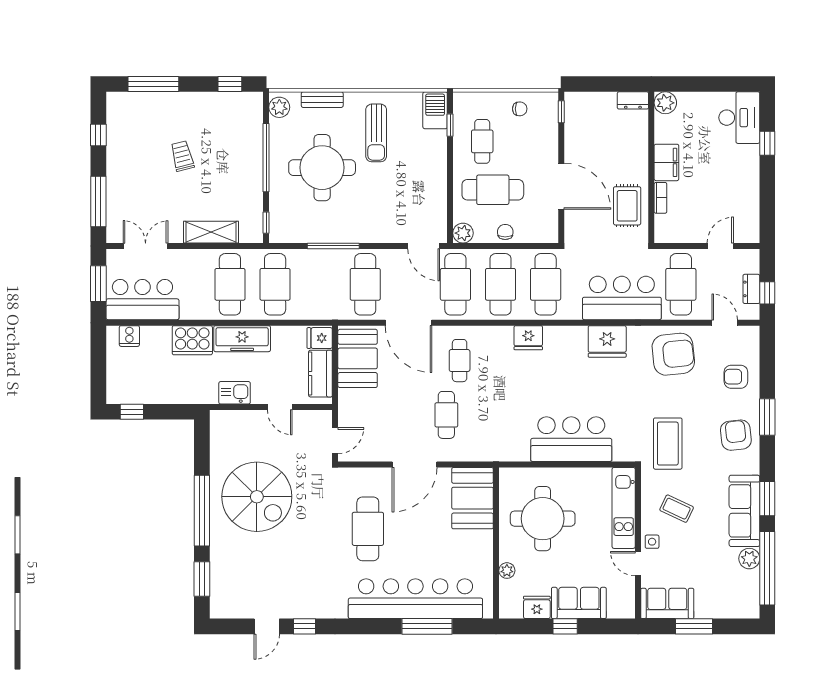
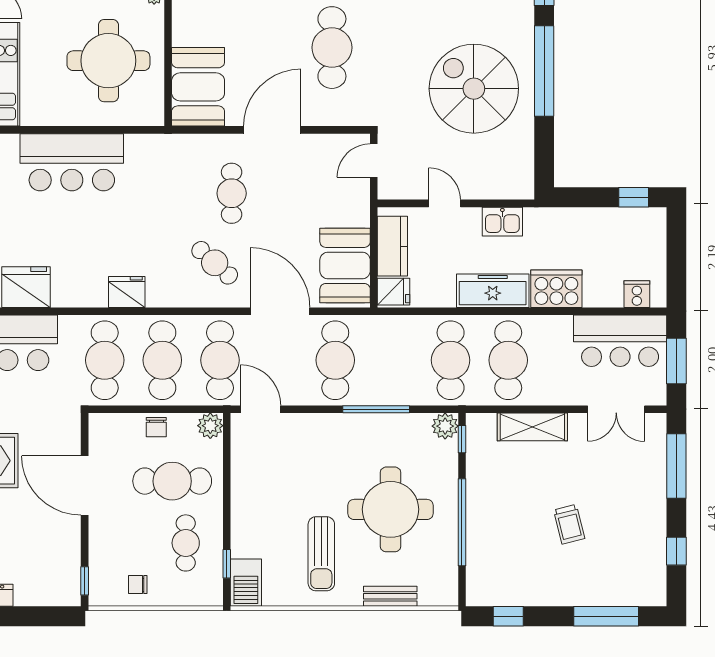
plant: (279, 107) -> (445, 426), moved
sun lounger: (376, 133) -> (321, 554), turned 180
cafe table: (460, 361) -> (215, 263), turned -48

